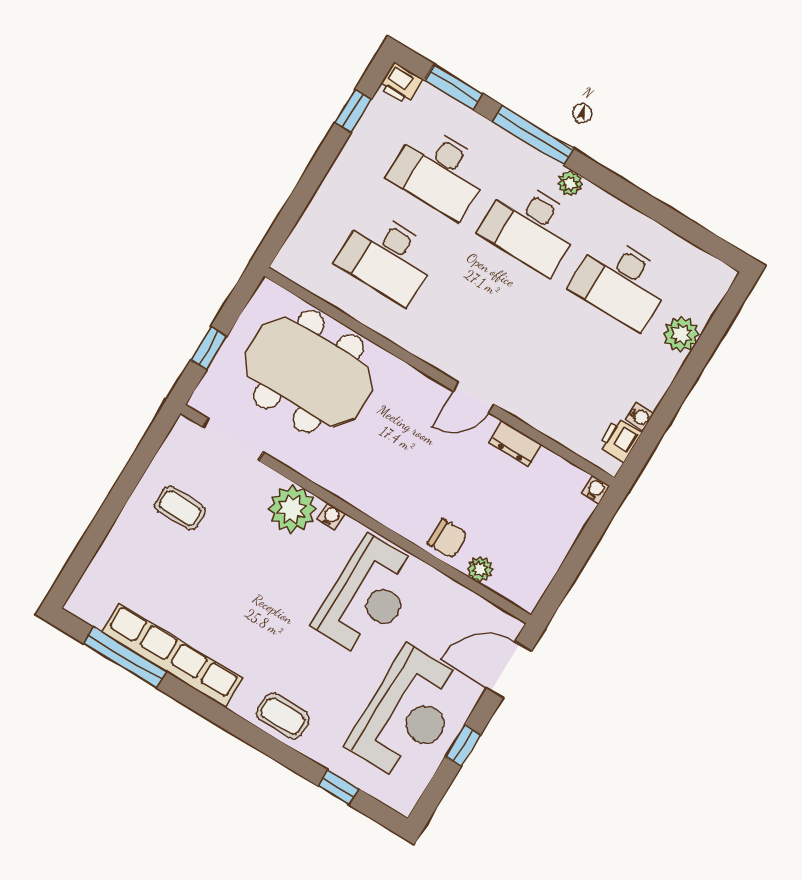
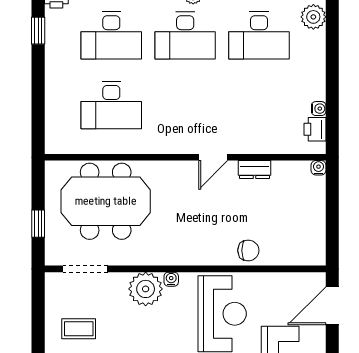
plant: (681, 334) -> (313, 17), moved
plant: (480, 569) -> (279, 257), removed

